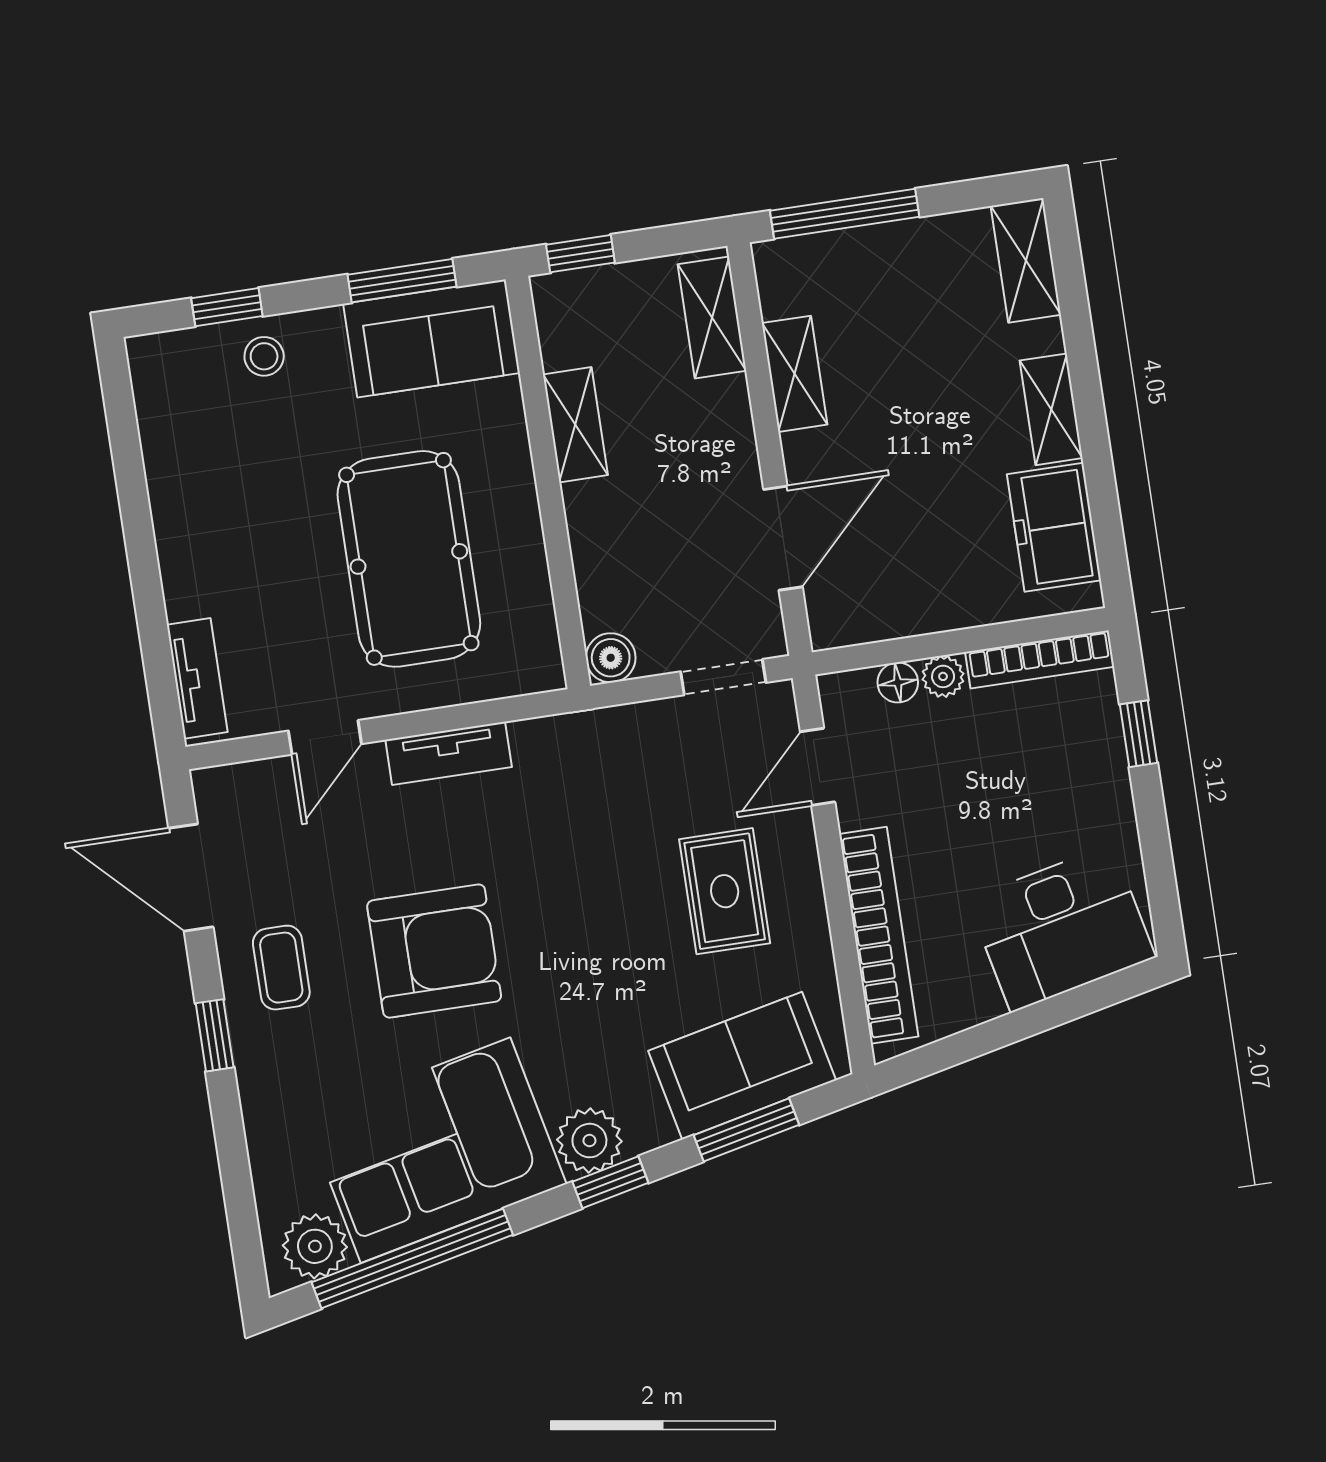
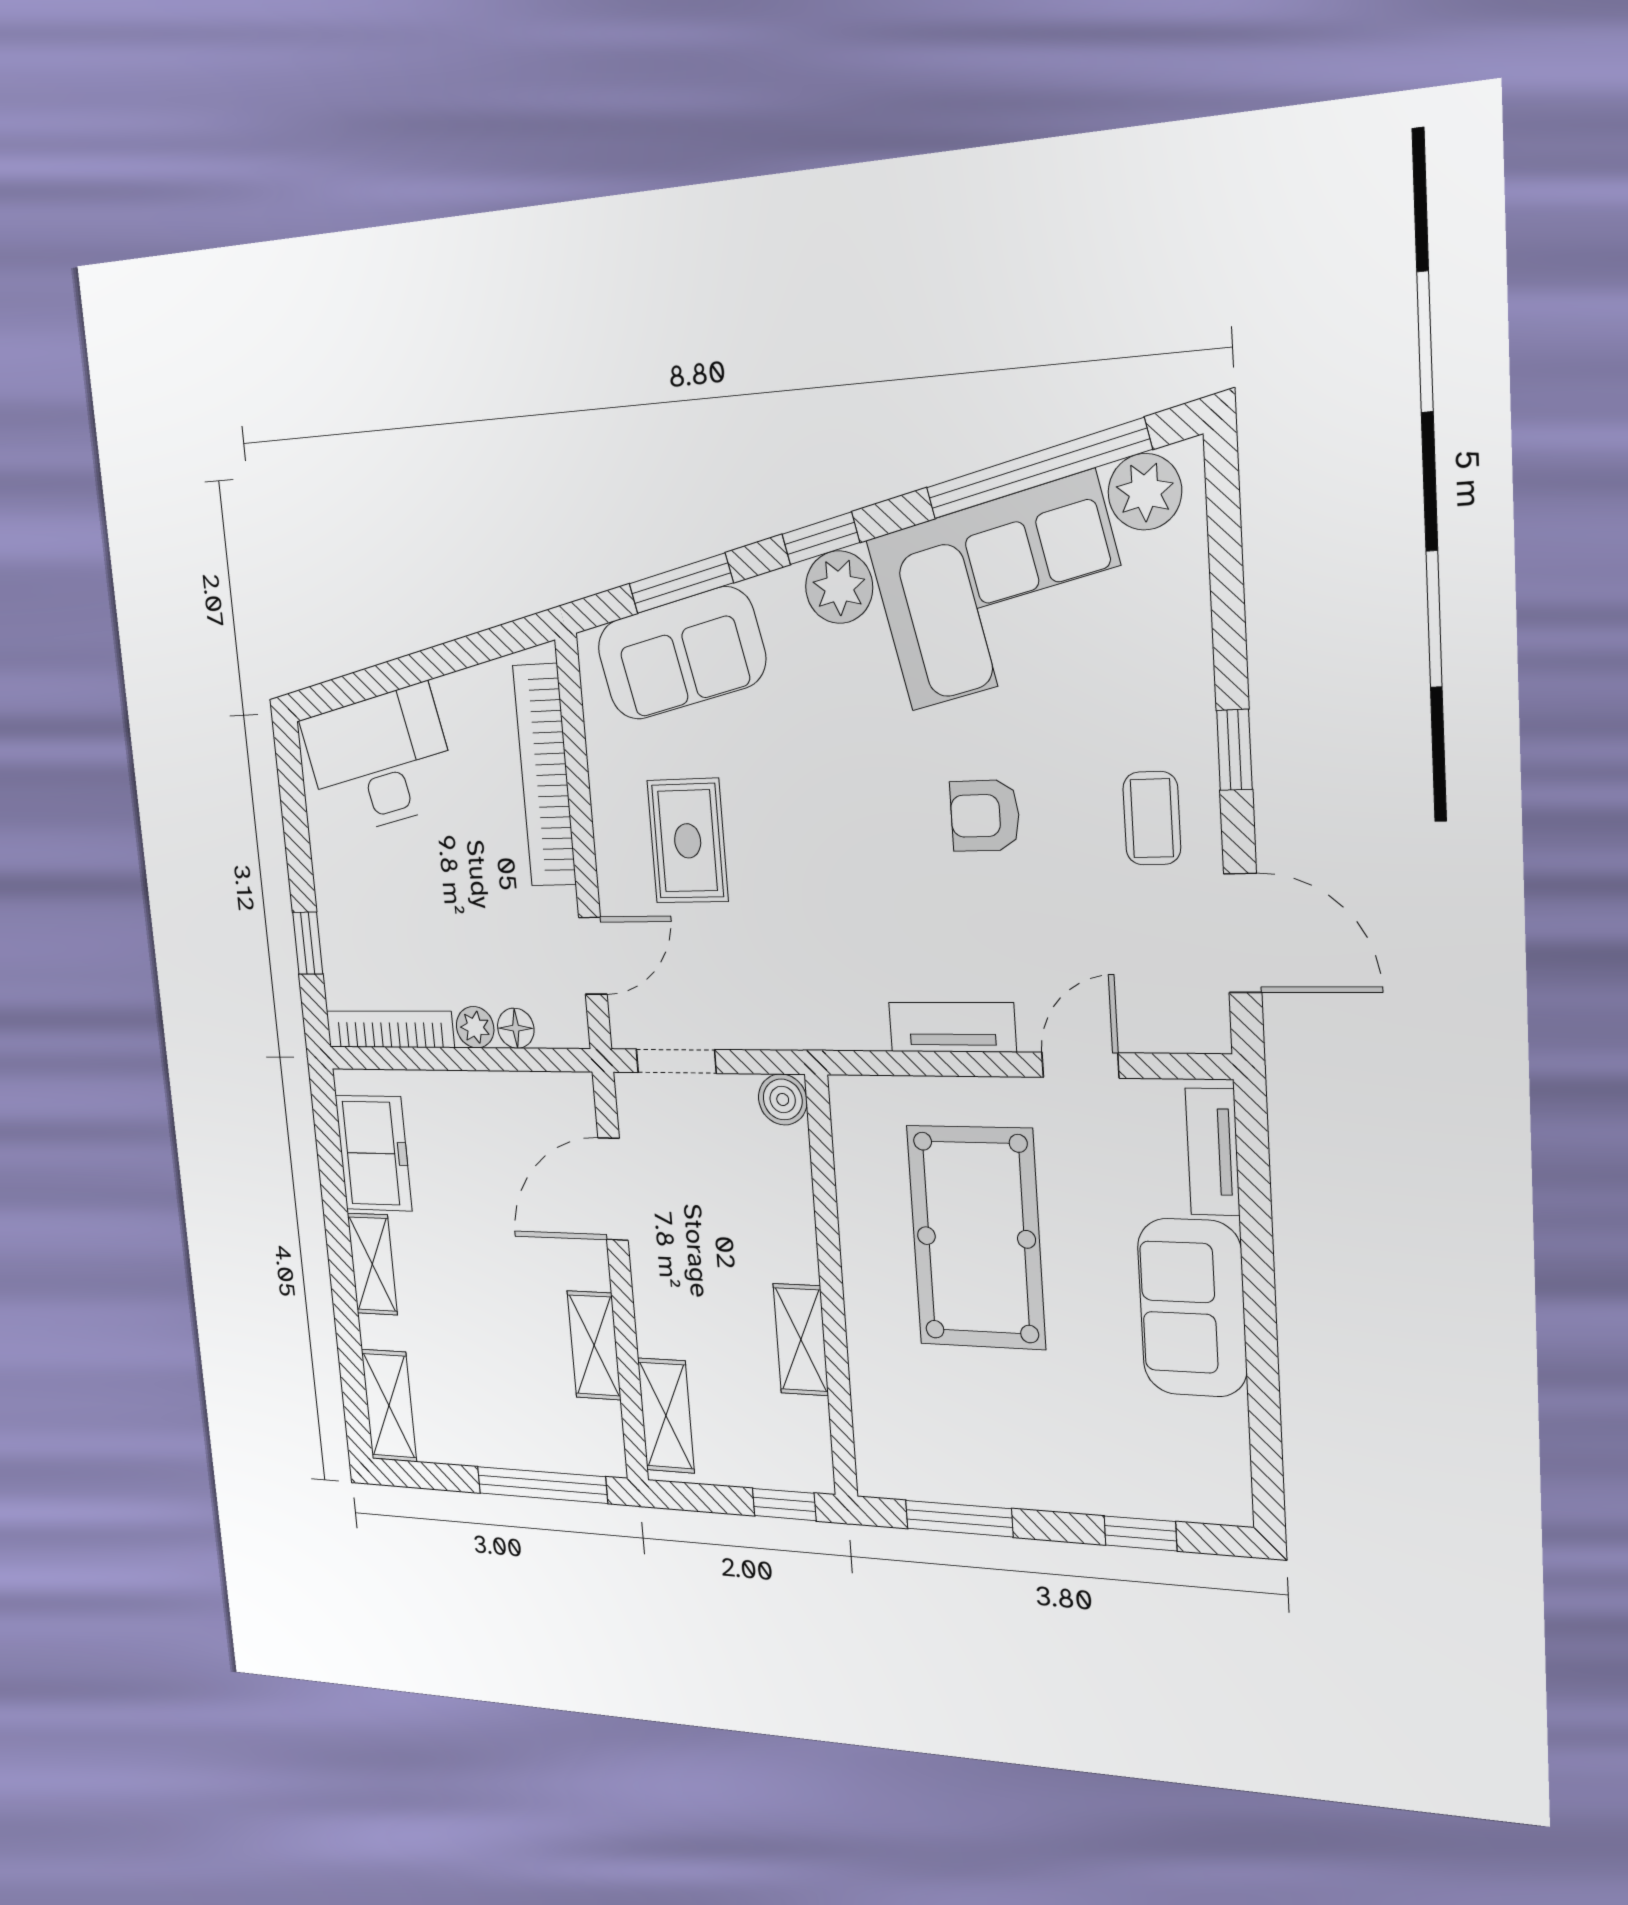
sofa: (432, 338) -> (1192, 1308), moved, turned -90
stool: (264, 356) -> (1107, 1475), removed
armchair: (434, 951) -> (985, 816), width x0.53, depth x0.53

